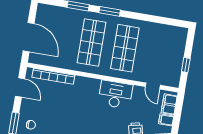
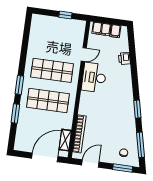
shelving: (47, 60) -> (65, 140), added
door: (153, 86) -> (84, 55), moved

